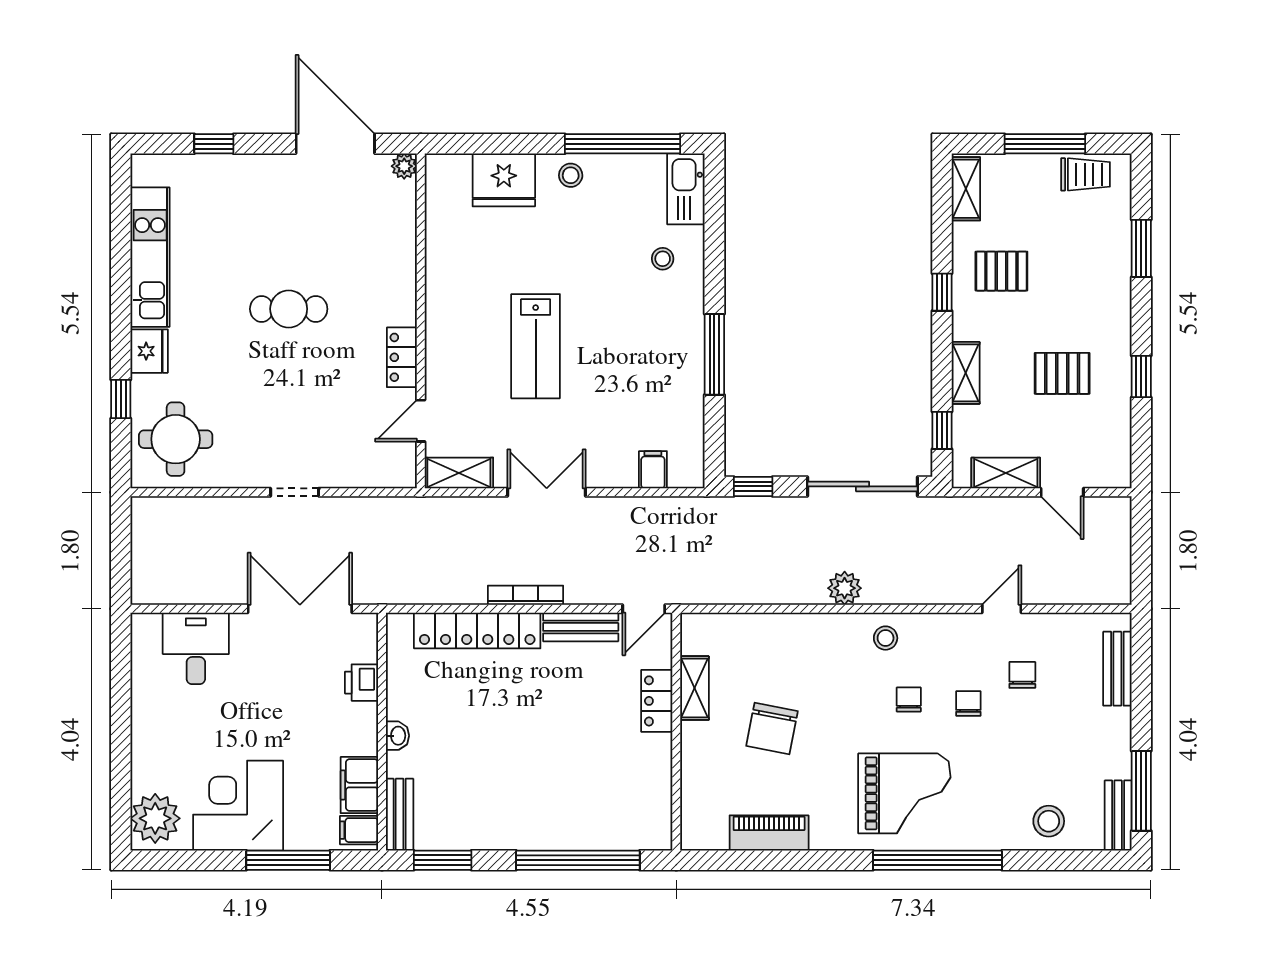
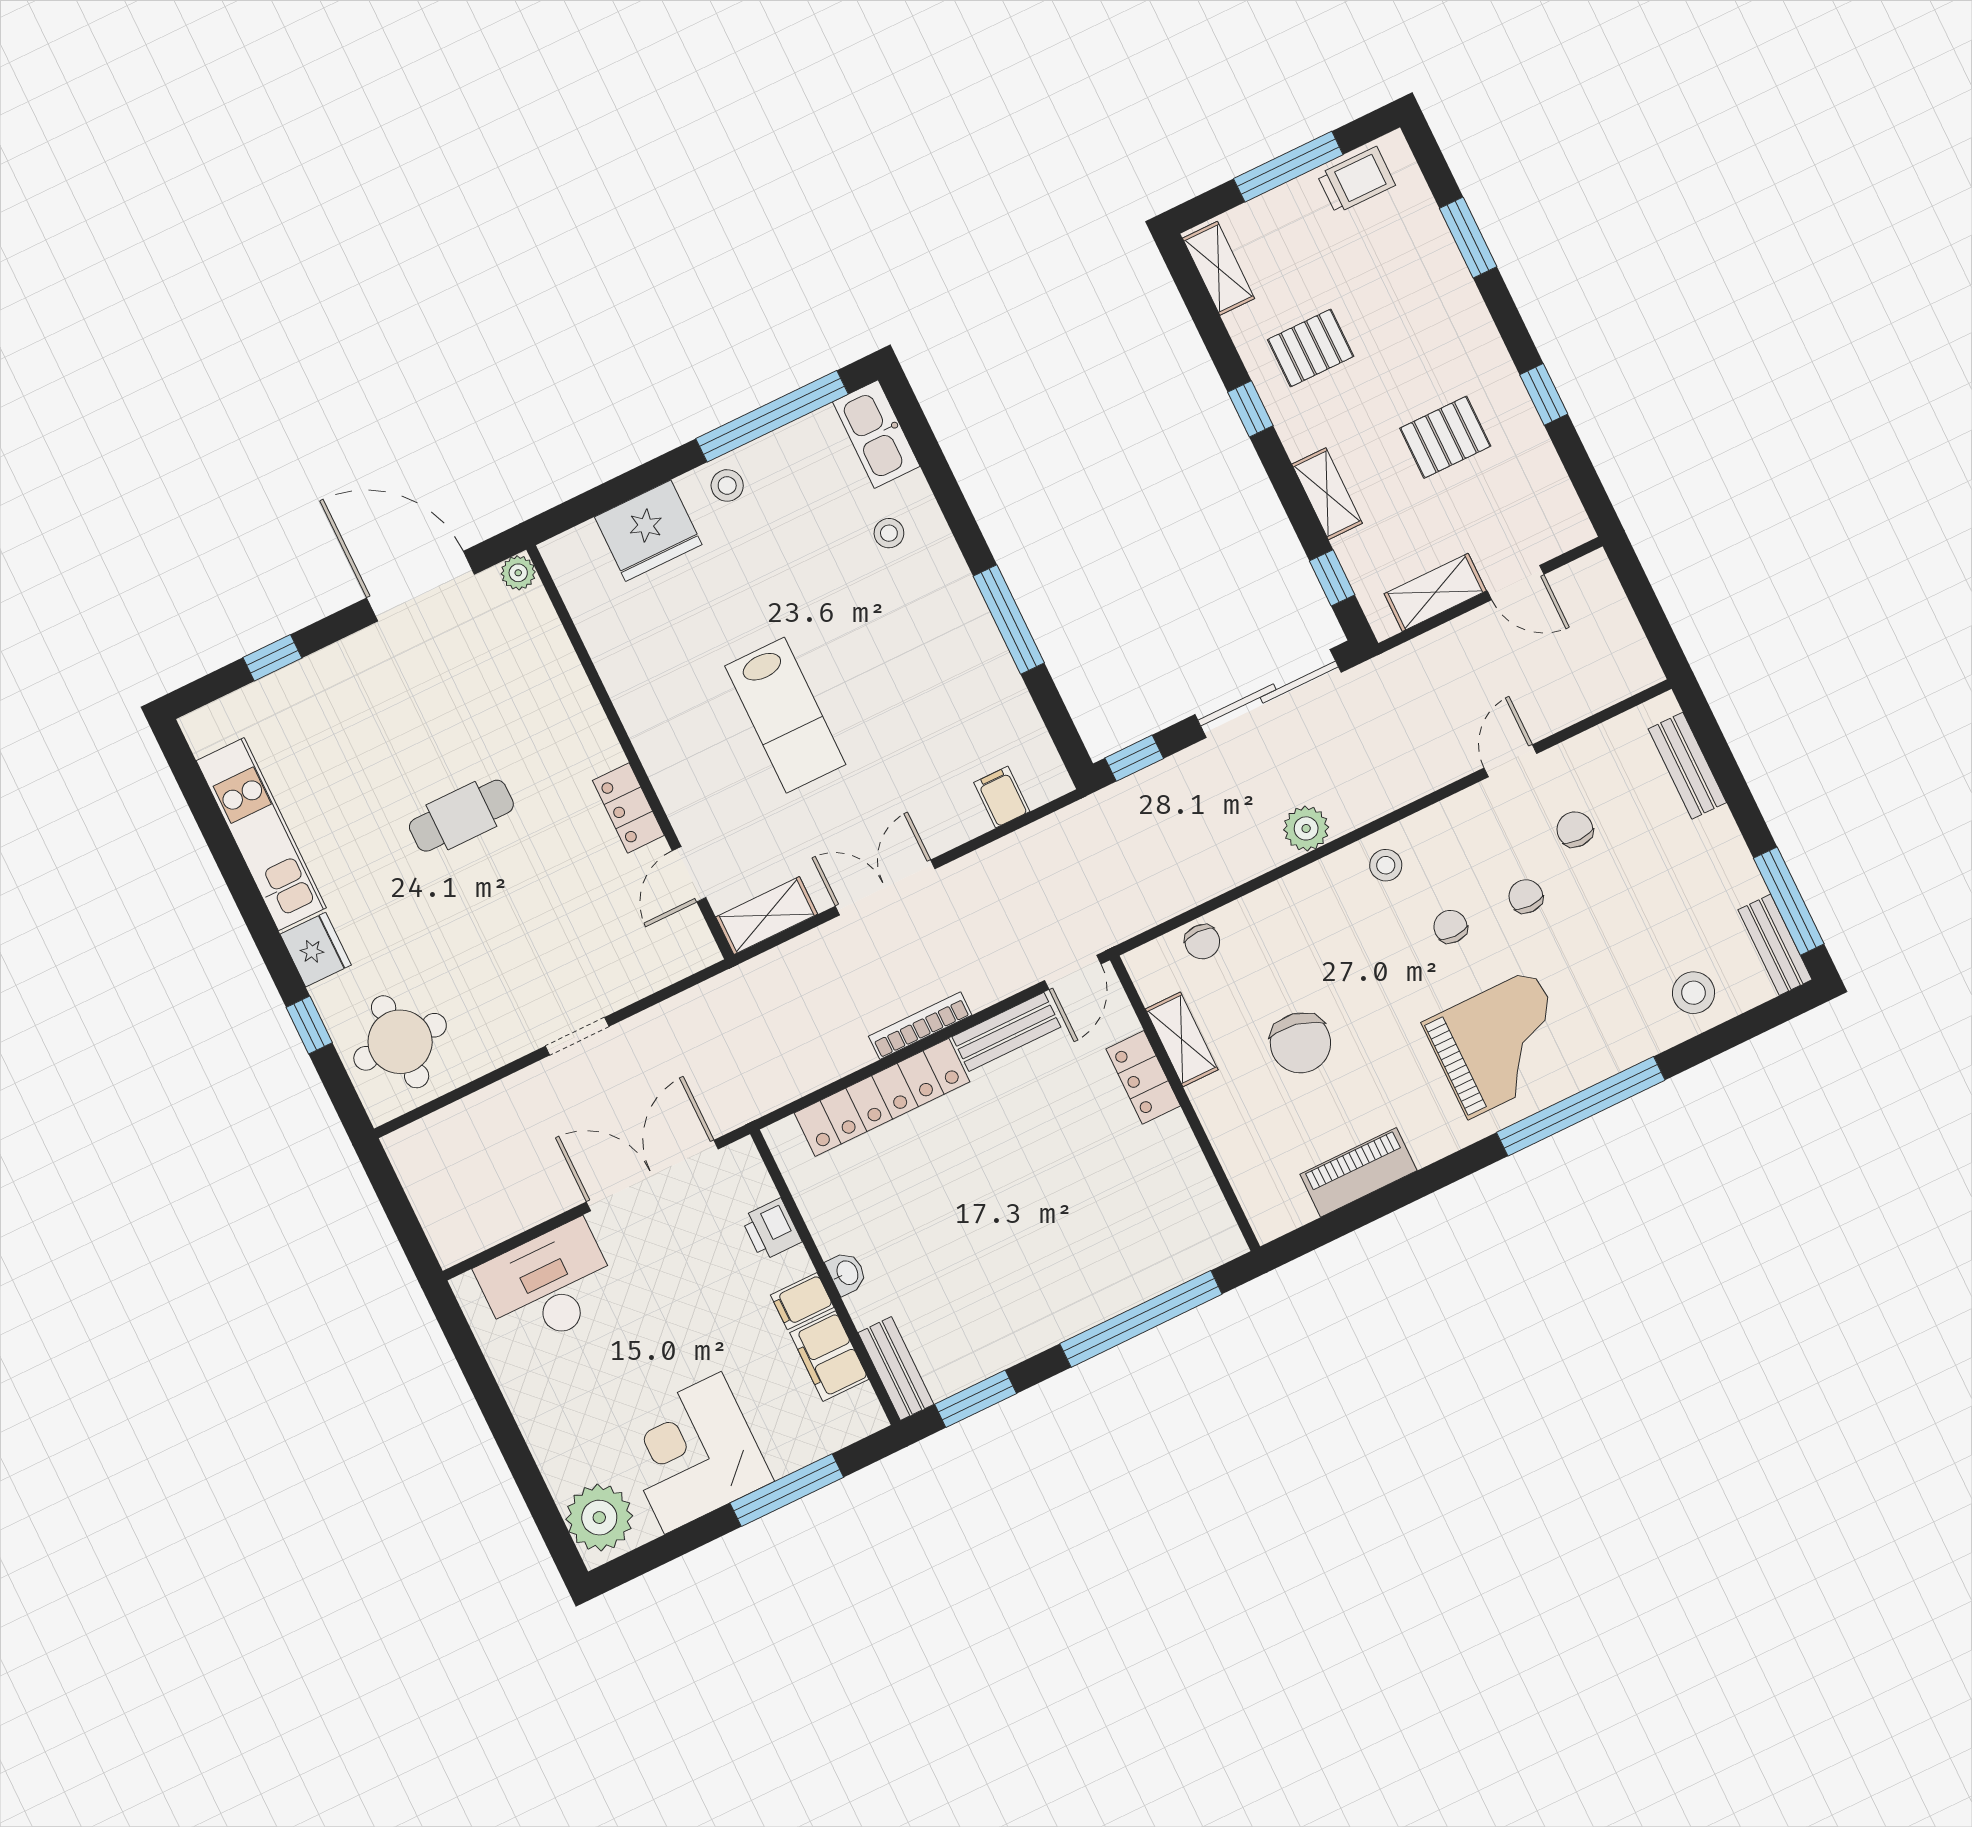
chair: (739, 630) -> (1202, 942), added
desk: (196, 648) -> (548, 1286), width x1.37
filing cabinet: (359, 830) -> (802, 1301), moved

